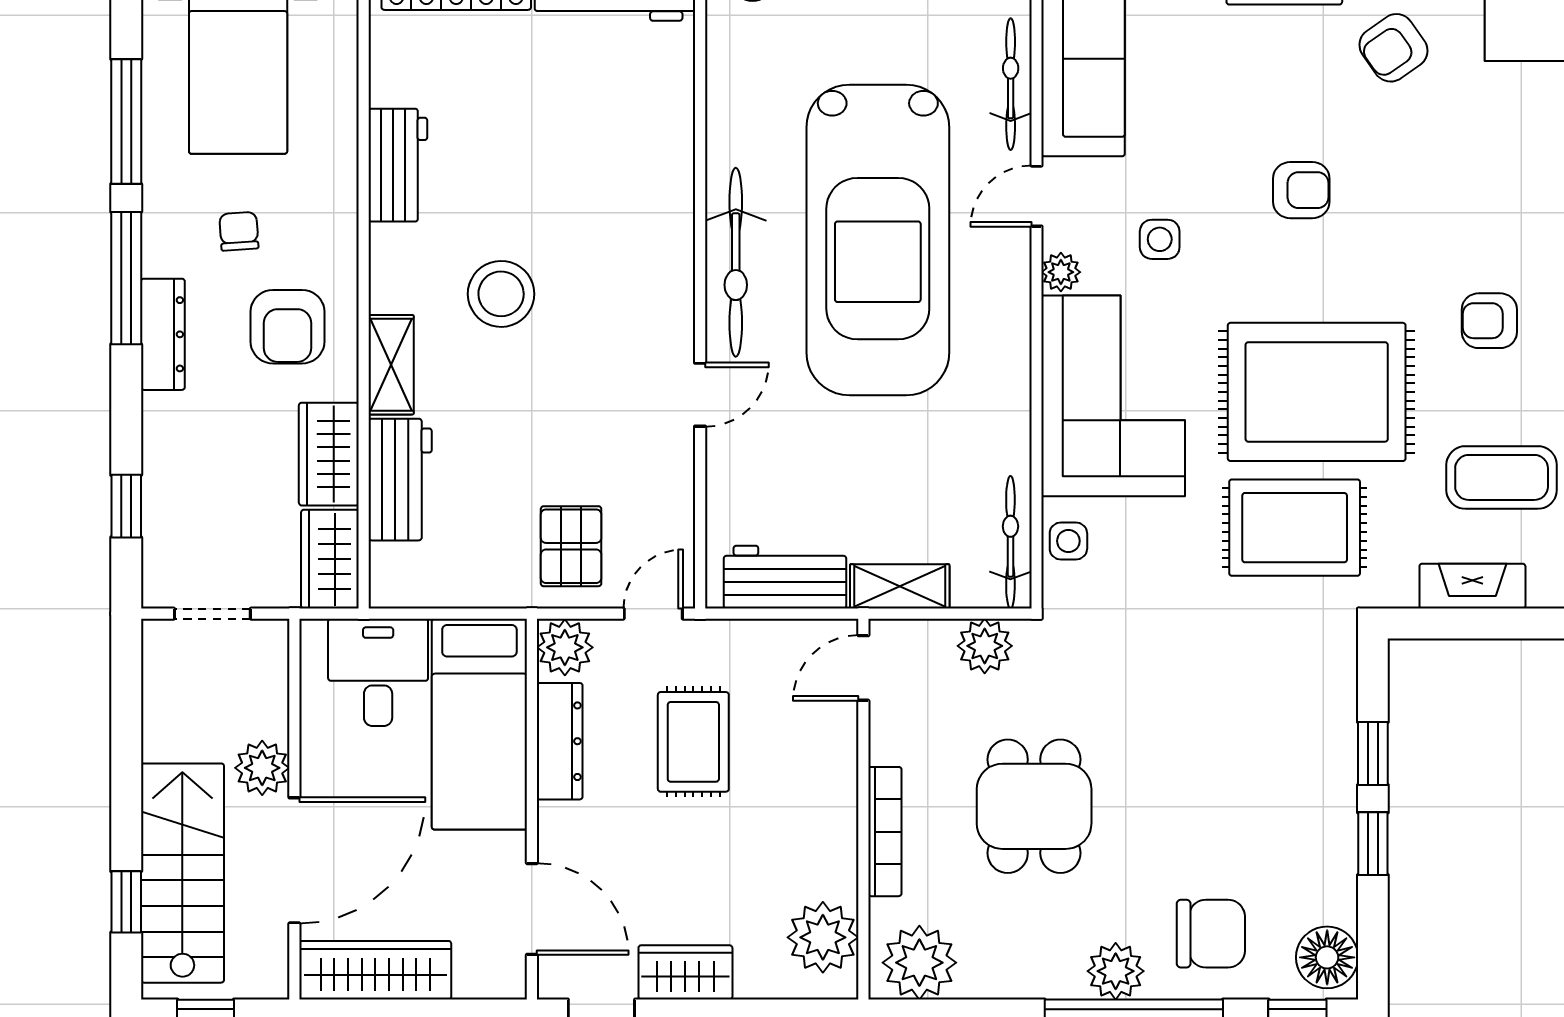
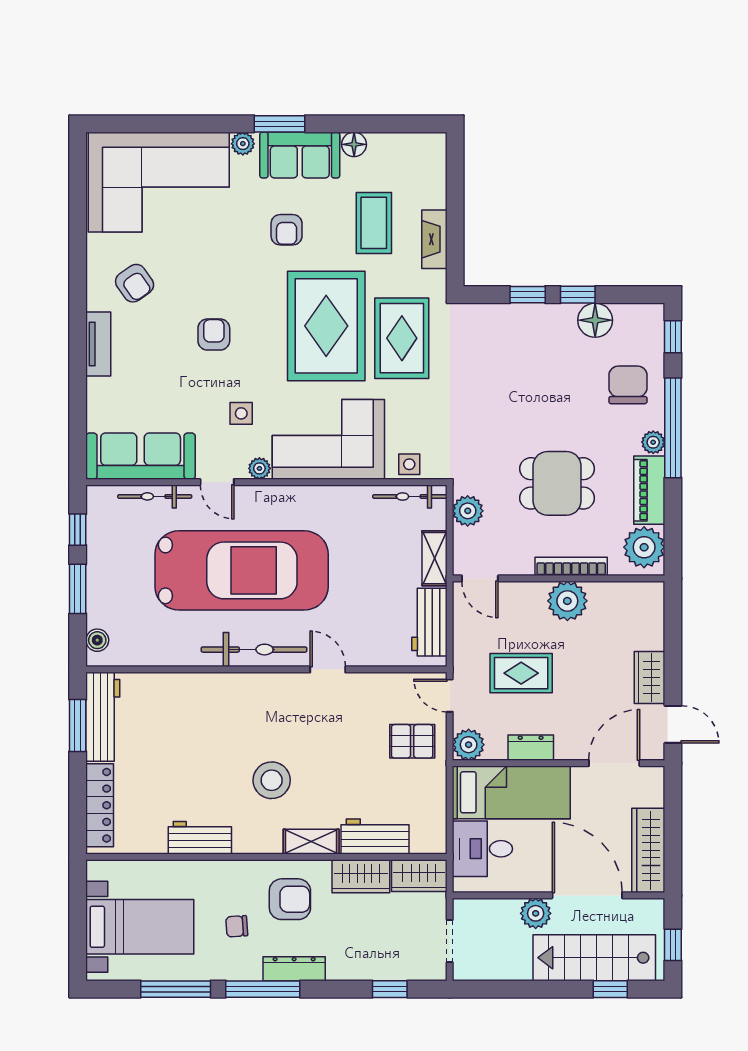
dresser: (560, 741) -> (531, 748), width x0.70
plant: (823, 937) -> (567, 601), moved
floor lamp: (1327, 957) -> (595, 320), moved
plant: (1116, 971) -> (653, 442), width x0.73, depth x0.73
piano: (1022, 972) -> (649, 490), added

